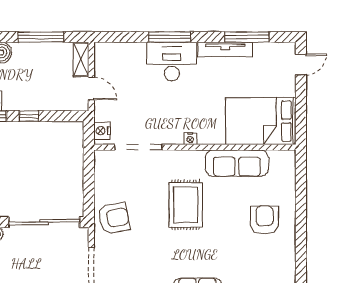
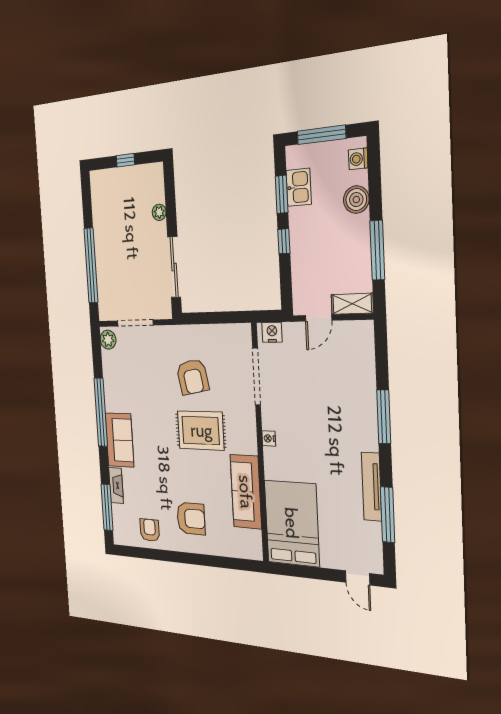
desk: (172, 62) -> (354, 419), removed
armchair: (114, 218) -> (193, 377), moved
sliding door: (44, 222) -> (174, 267), width x0.73
armchair: (279, 265) -> (150, 530), added

